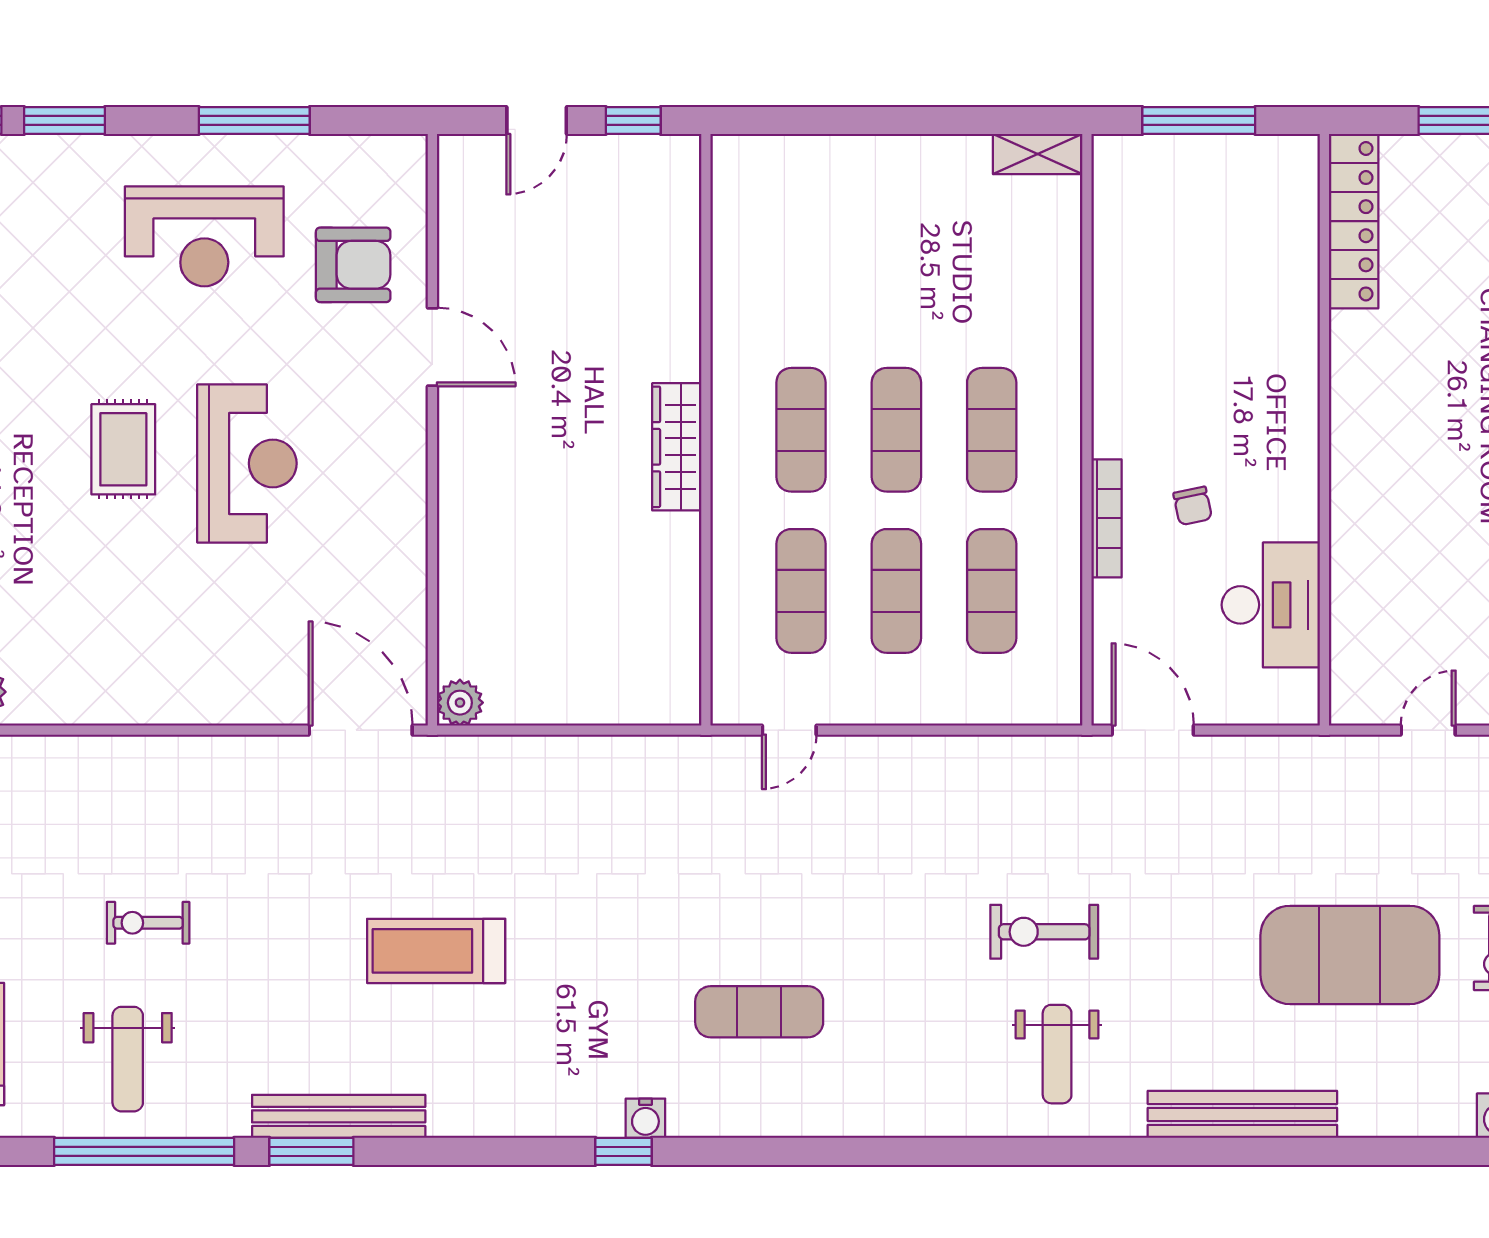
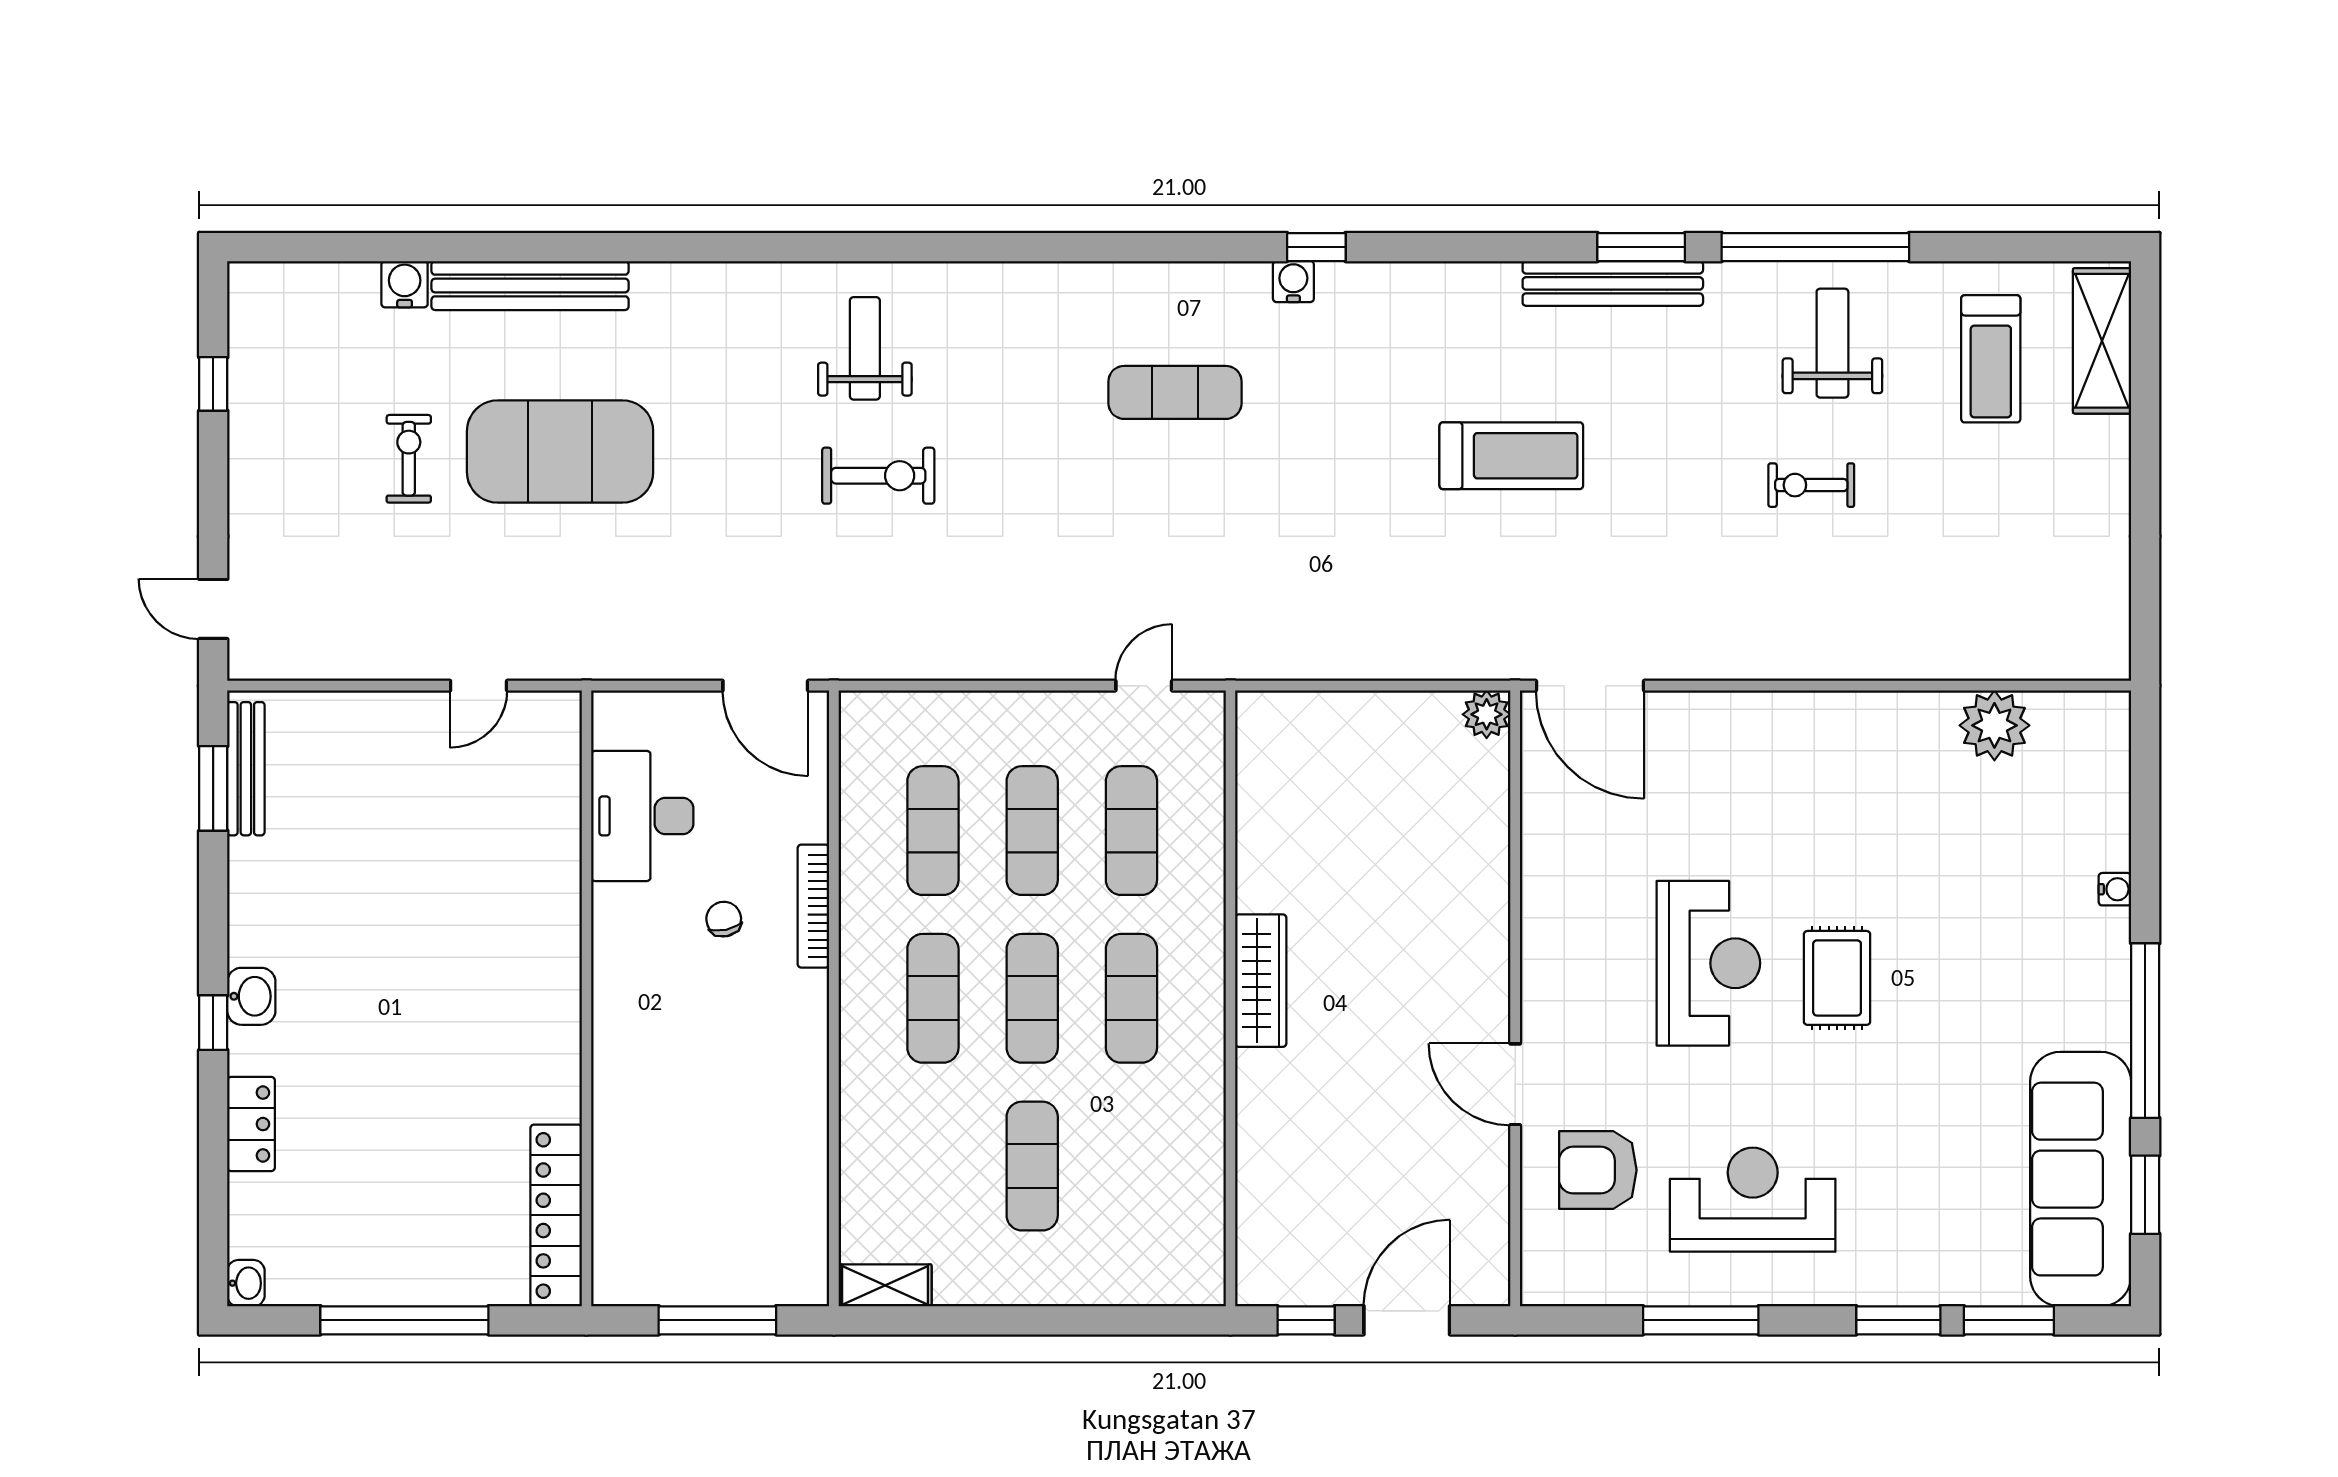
door: (537, 120) -> (1407, 1320), width x1.38
exercise mat: (896, 269) -> (1032, 1166), added
reception desk: (247, 463) -> (1708, 963), turned 180
exercise bike: (148, 923) -> (1811, 485), turned 180
bench: (1242, 1114) -> (530, 286), moved

